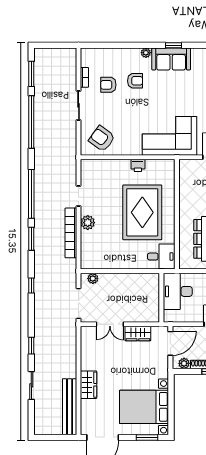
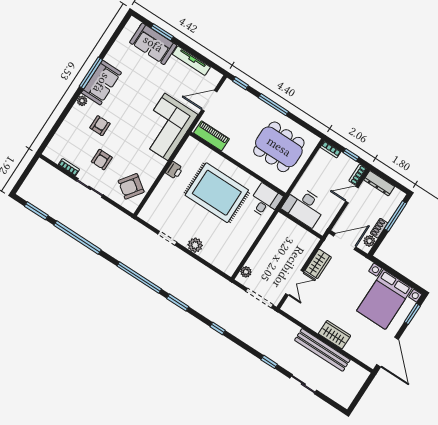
window: (173, 45) -> (91, 73), width x2.17
armchair: (108, 85) -> (102, 160), moved
piano: (186, 178) -> (211, 136), added
bookcase: (71, 233) -> (195, 265), removed
door: (170, 343) -> (345, 241), hinge flipped
bench: (70, 407) -> (322, 350), moved

